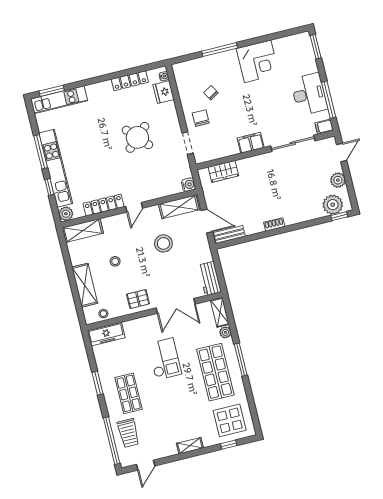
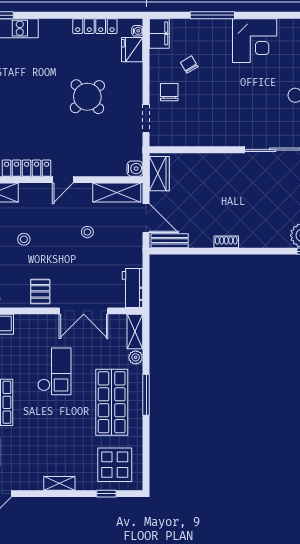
filing cabinet: (251, 143) -> (159, 33), moved, turned 90
wardrobe: (223, 171) -> (159, 174), moved, turned -90
stool: (163, 243) -> (87, 232), width x0.53, depth x0.53
pallet: (138, 299) -> (40, 291), turned 90

